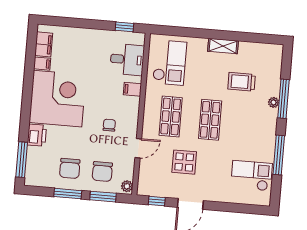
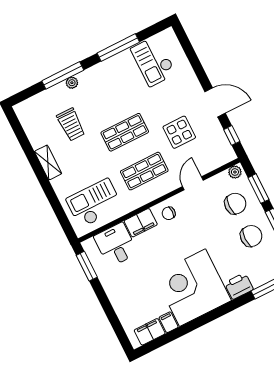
window: (124, 27) -> (87, 266), width x1.50
filing cabinet: (132, 89) -> (141, 223), width x2.00
chair: (109, 125) -> (169, 213), moved
door: (138, 148) -> (193, 183), hinge flipped

